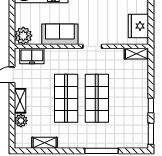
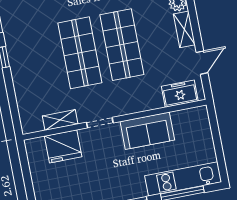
fridge: (138, 26) -> (63, 146), moved, turned 90
plant: (23, 36) -> (197, 119), removed
shelving: (136, 54) -> (60, 120), moved

